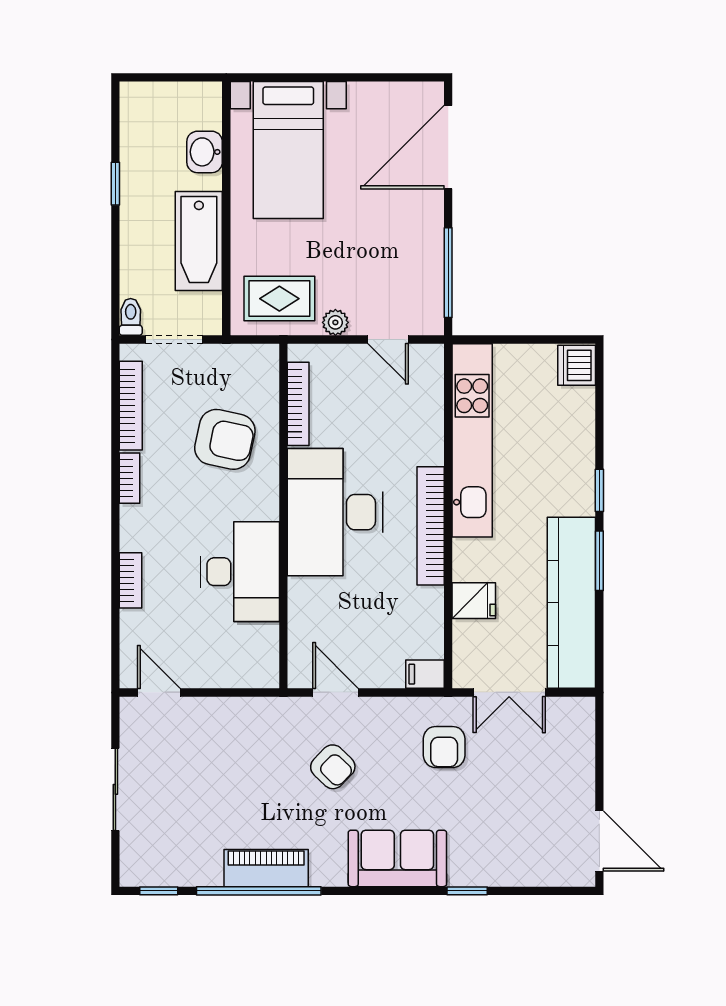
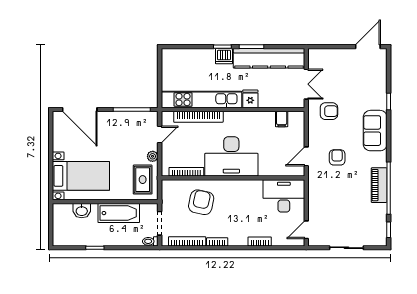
dishwasher: (577, 365) -> (224, 56), moved
bookcase: (431, 526) -> (198, 117), moved
desk: (240, 572) -> (284, 196), moved
fridge: (474, 601) -> (250, 99), moved
filing cabinet: (425, 674) -> (282, 119), moved
armchair: (333, 767) -> (337, 157), turned -44

